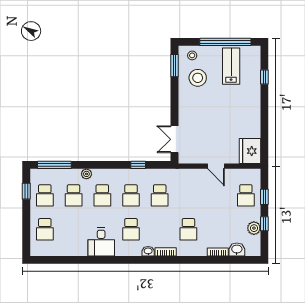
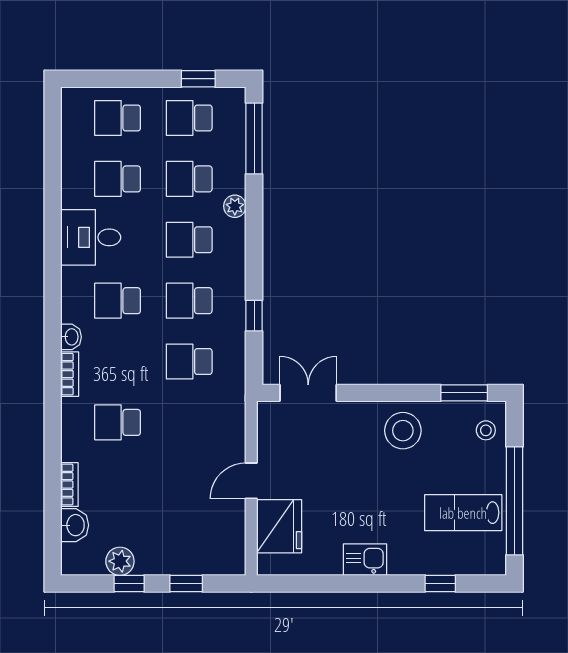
lab bench: (231, 66) -> (463, 513), turned 180
stool: (198, 78) -> (403, 431), moved
kitchen sink: (253, 112) -> (365, 560), added
fridge: (250, 151) -> (279, 526), moved, turned 90
school desk: (246, 195) -> (118, 179), moved

